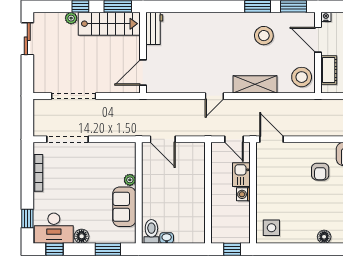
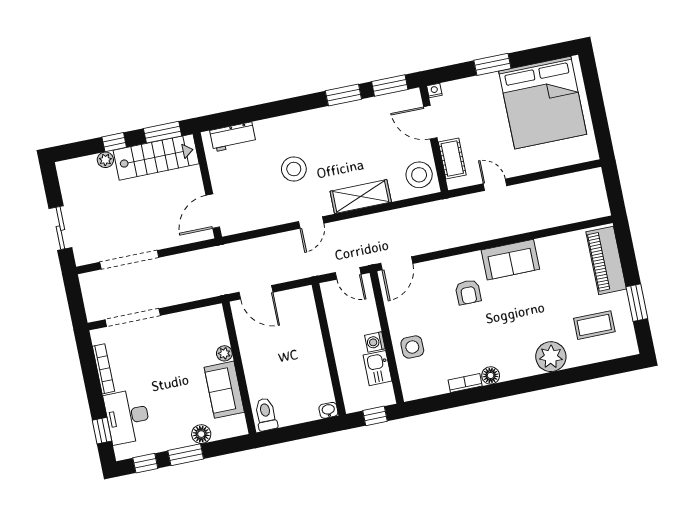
workbench: (154, 28) -> (233, 137), moved, turned 90
stool: (264, 36) -> (294, 169), moved
sliding door: (27, 39) -> (60, 228), moved
door: (272, 139) -> (397, 263), swing flipped
kitchen sink: (241, 175) -> (378, 368), moved
desk: (54, 228) -> (127, 417), moved, turned 90
side table: (271, 228) -> (412, 347), moved
floor lamp: (82, 236) -> (201, 434), moved
washbasin: (167, 238) -> (328, 410), moved
bookcase: (304, 239) -> (465, 383), added
window: (108, 249) -> (186, 455), moved

